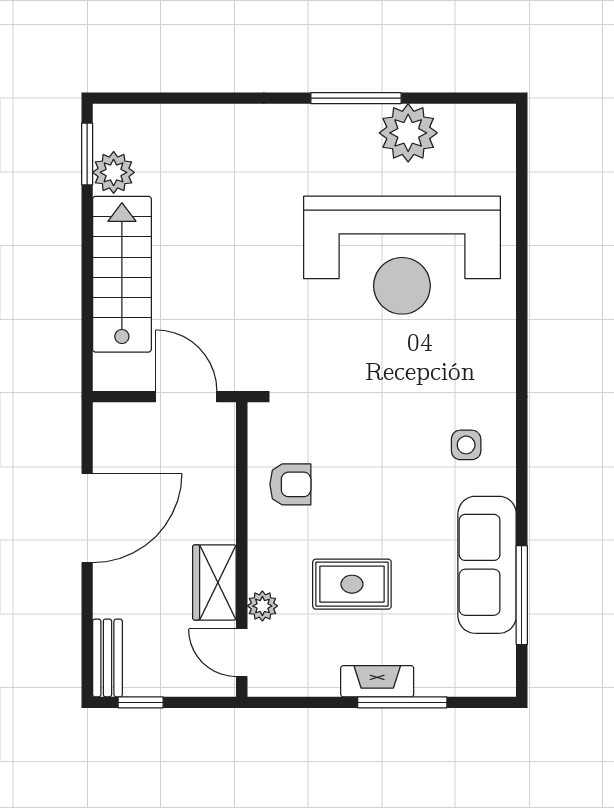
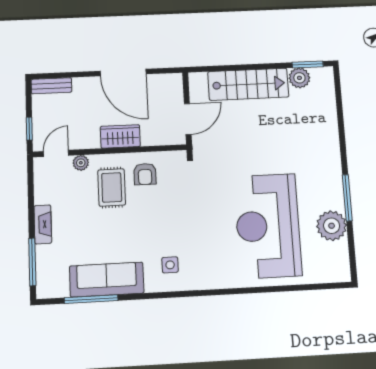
wardrobe: (214, 582) -> (120, 136), moved
rug: (352, 584) -> (112, 187), moved
window: (141, 702) -> (29, 129), moved
window: (402, 702) -> (32, 262), moved

